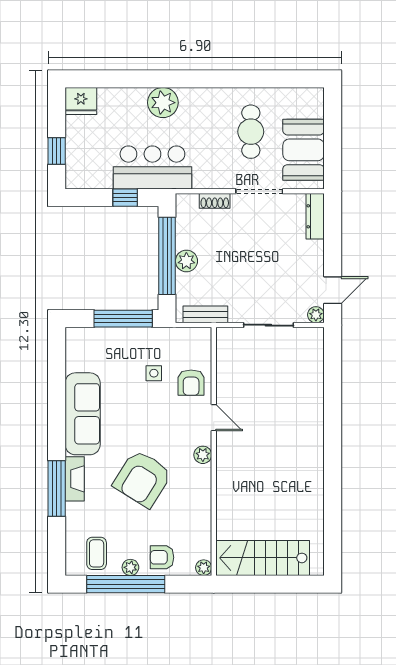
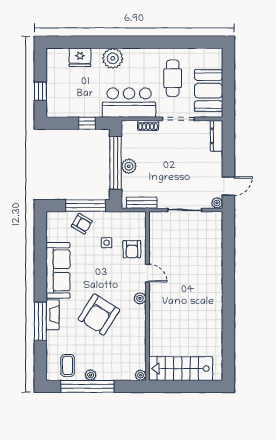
fridge: (81, 101) -> (80, 57), moved
bar counter: (152, 168) -> (129, 103), moved
armchair: (162, 557) -> (82, 224), moved, turned -149

